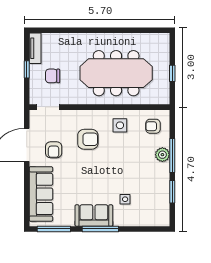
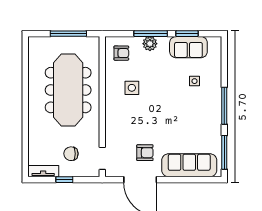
window: (172, 73) -> (68, 34), width x2.17
chair: (53, 76) -> (71, 154), turned 90
side table: (120, 125) -> (132, 88), moved
armchair: (153, 126) -> (121, 53), turned -90
armchair: (88, 139) -> (134, 118), removed
sofa: (94, 216) -> (188, 47), moved, turned -90

